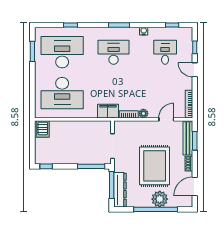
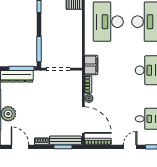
door: (166, 119) -> (83, 120), width x1.88
rug: (155, 166) -> (39, 109), removed

